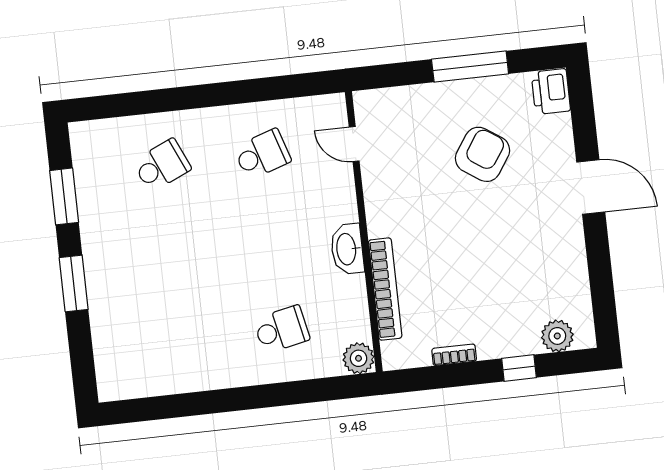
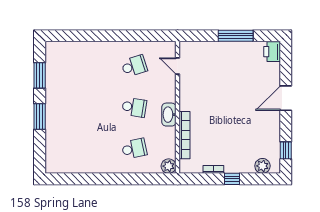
armchair: (483, 154) -> (237, 77), removed
school desk: (162, 165) -> (134, 107), moved, turned 33
door: (591, 187) -> (286, 98), swing flipped
window: (603, 298) -> (286, 150), added
window: (519, 368) -> (232, 179), moved

